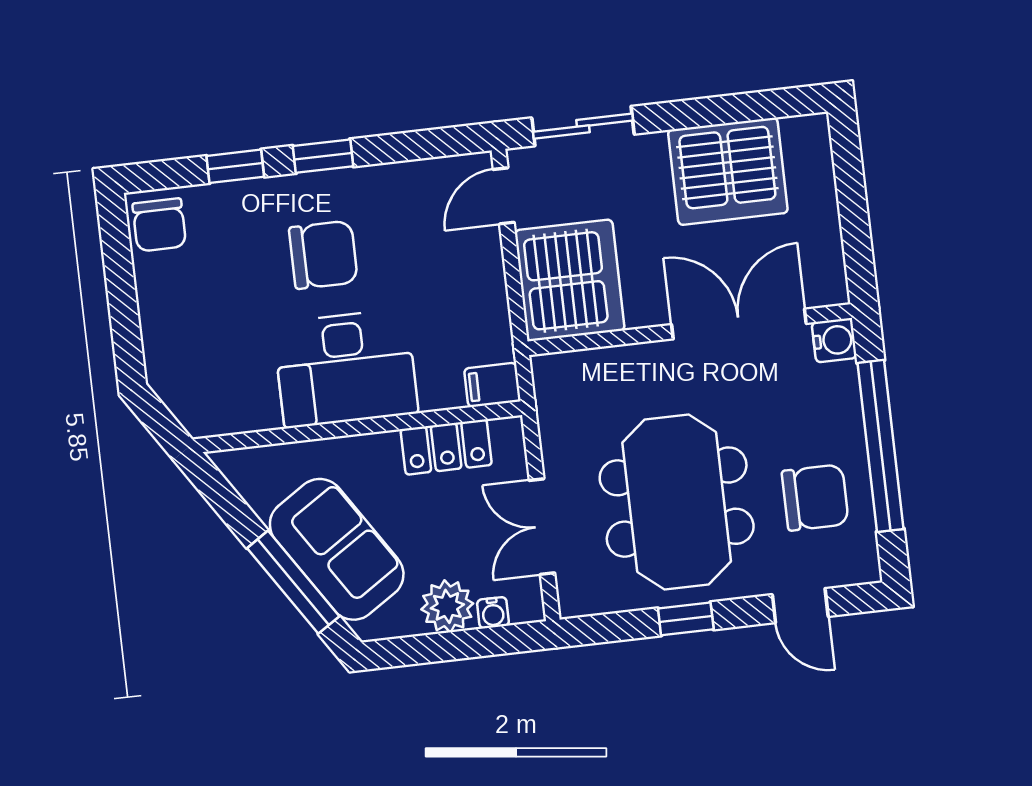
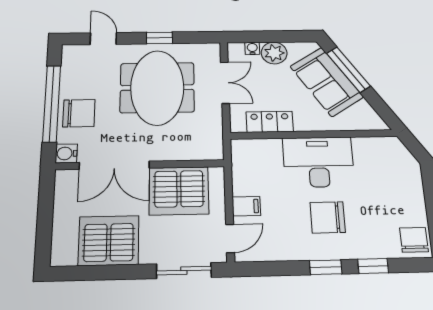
server rack: (570, 280) -> (179, 191), moved, turned -90
filing cabinet: (492, 385) -> (246, 206), moved
chair: (815, 497) -> (79, 113), moved, turned 180

